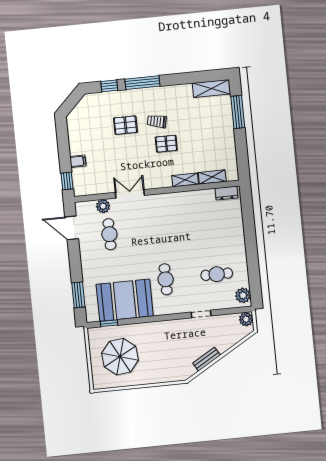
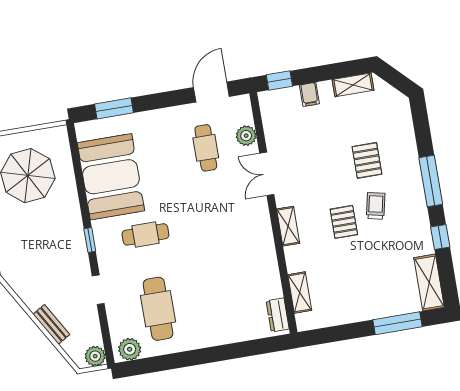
window: (109, 86) -> (440, 237), moved
shelving: (73, 131) -> (353, 85), added
shelving: (185, 180) -> (288, 226), moved
double door: (130, 194) -> (267, 174), swing flipped
cafe table: (109, 234) -> (206, 148), turned 90
cafe table: (217, 274) -> (158, 309), width x1.37, depth x1.35
window: (109, 323) -> (90, 240), moved
bench: (206, 359) -> (51, 324), moved

